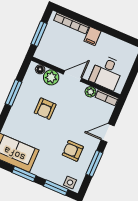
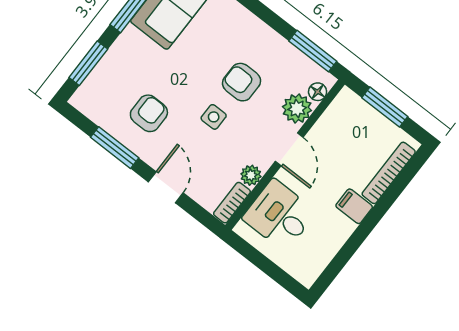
window: (14, 93) -> (313, 51), moved
side table: (70, 182) -> (214, 117), moved

